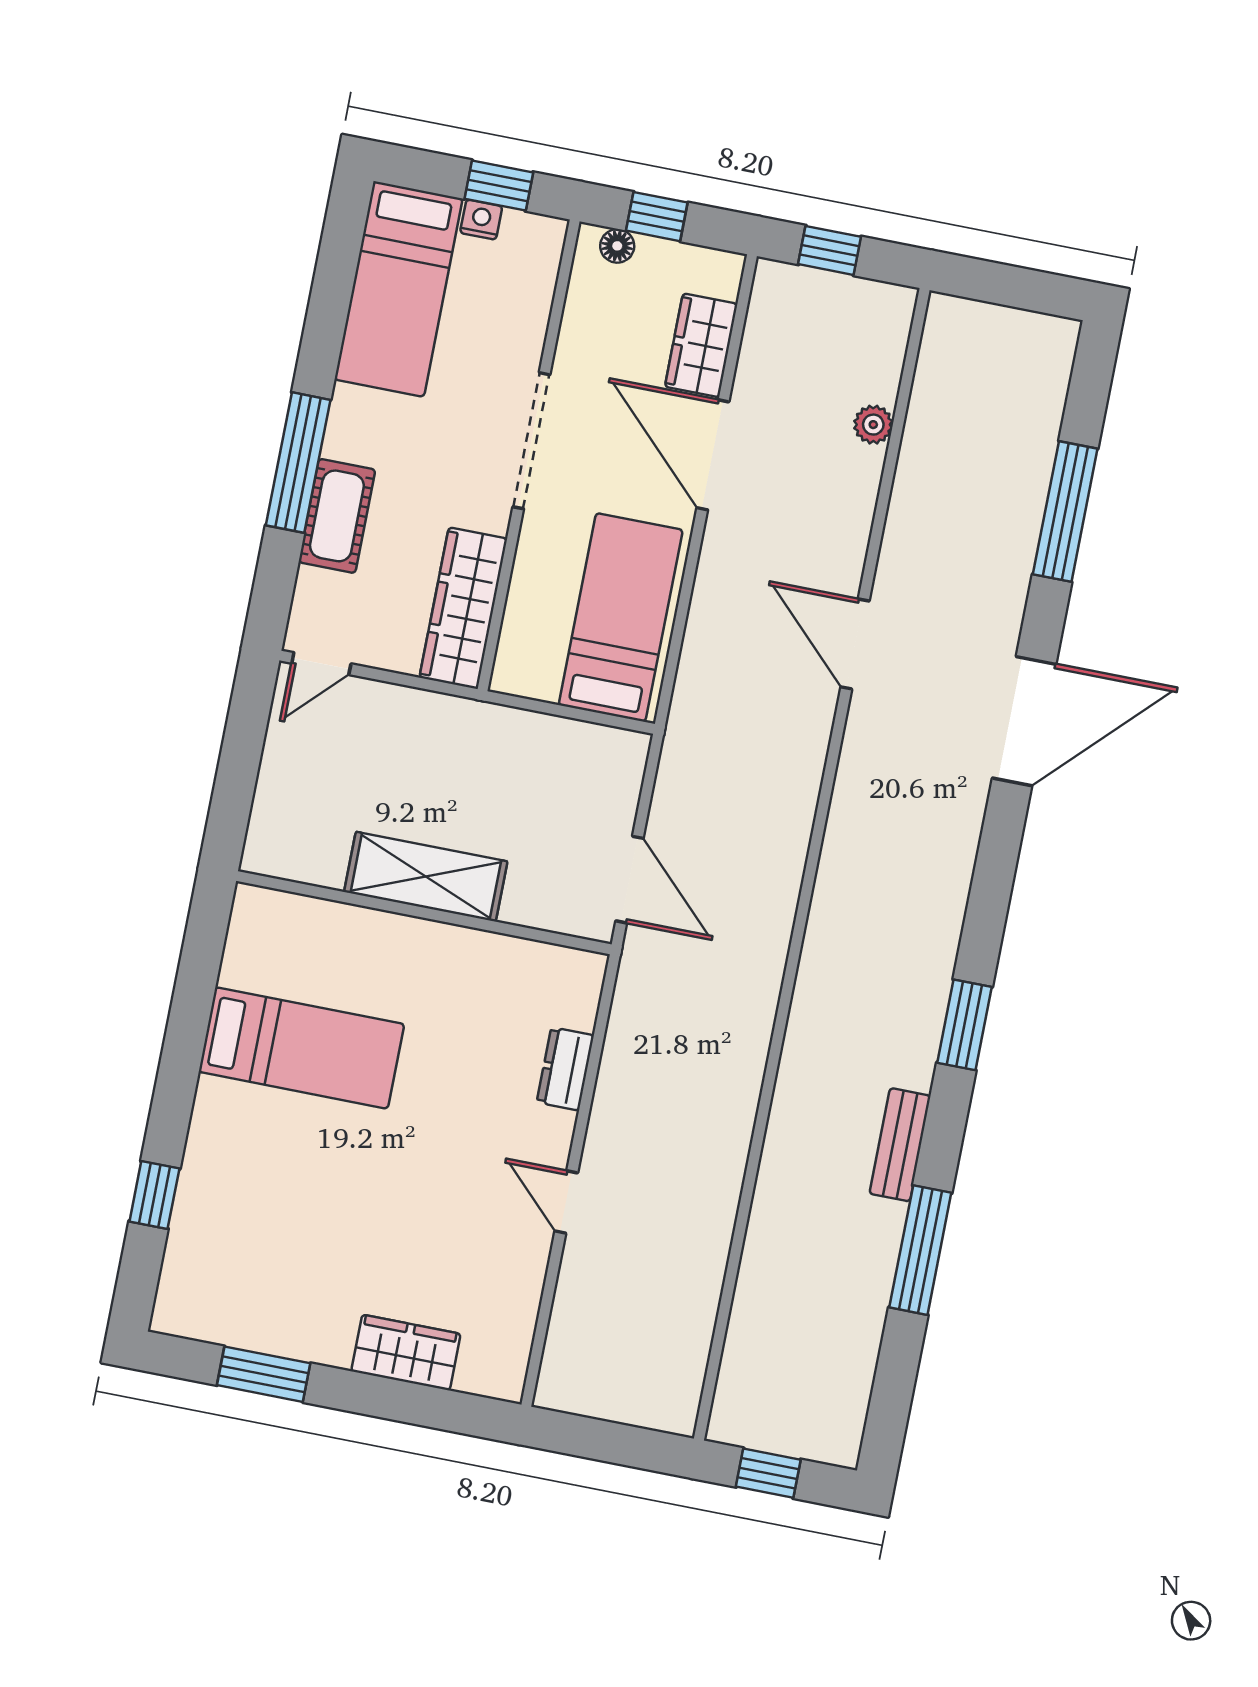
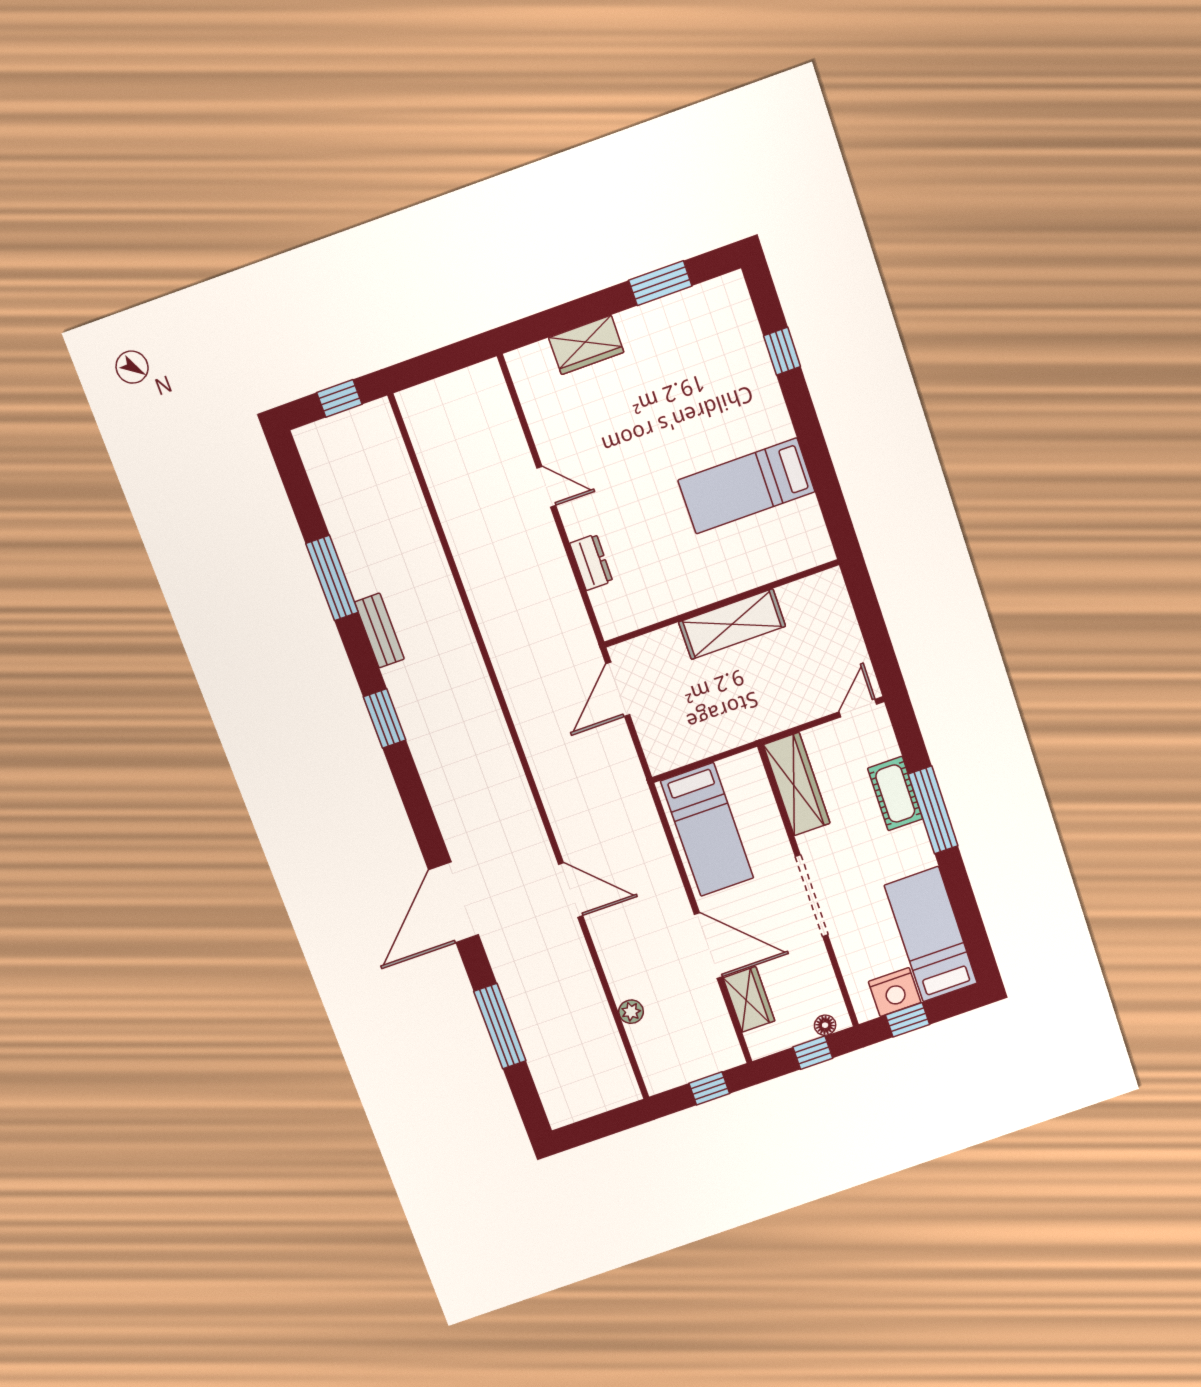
nightstand: (481, 220) -> (895, 992), width x1.89, depth x1.79
door: (630, 880) -> (618, 689), hinge flipped

